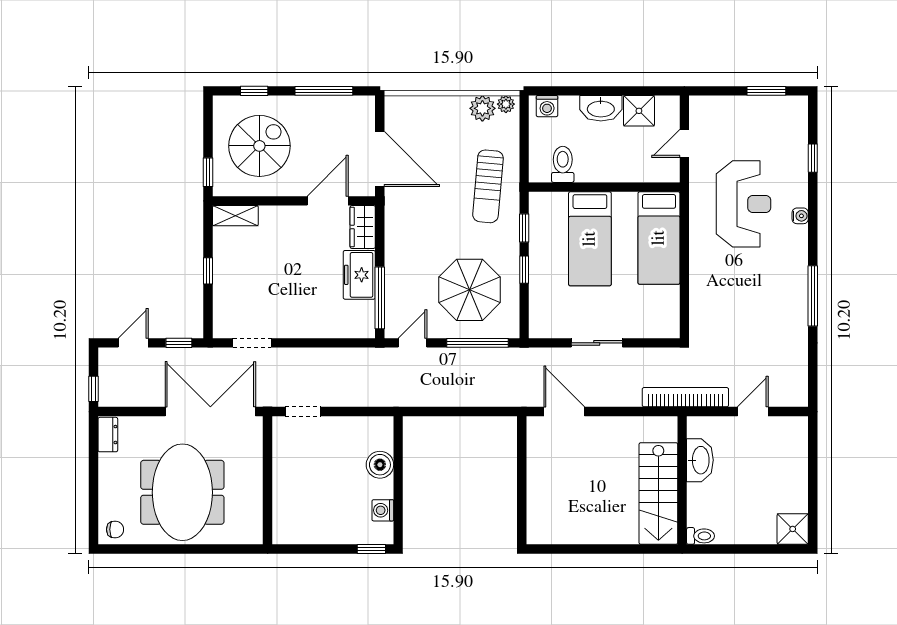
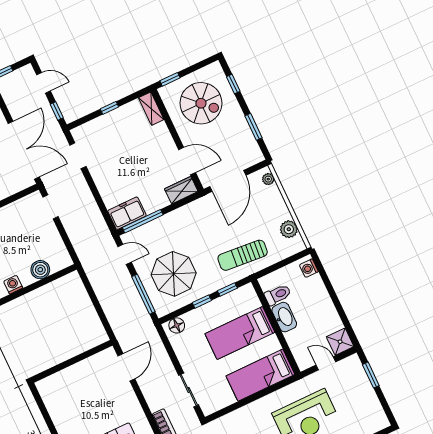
window: (324, 91) -> (253, 127), width x0.69
window: (766, 91) -> (371, 375), moved
plant: (506, 104) -> (268, 179), moved
washbasin: (601, 108) -> (284, 317), moved, turned 180
shower: (639, 111) -> (340, 342), moved
freezer: (359, 275) -> (127, 213), moved
floor lamp: (540, 318) -> (177, 325), added
sliding door: (597, 343) -> (189, 390), moved

